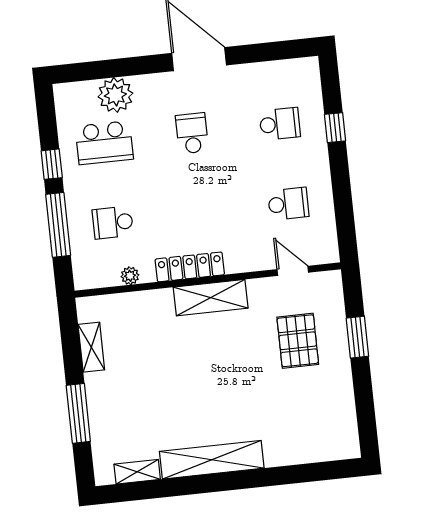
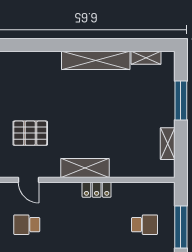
locker: (190, 267) -> (97, 190), width x0.66
plant: (130, 276) -> (137, 188), removed
pallet: (298, 341) -> (30, 133), turned 90

